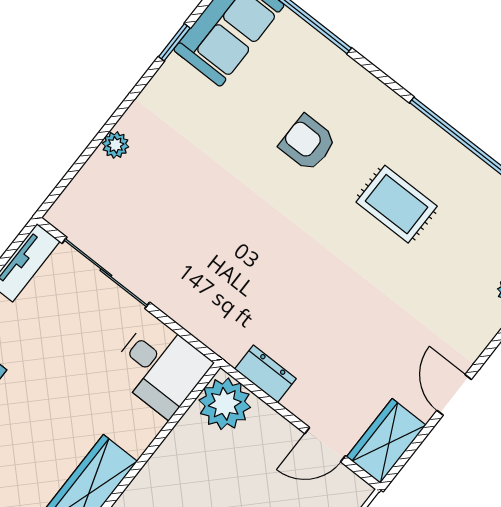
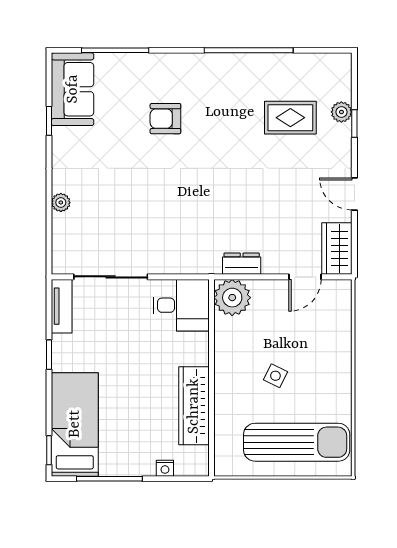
rug: (397, 204) -> (290, 118), moved

